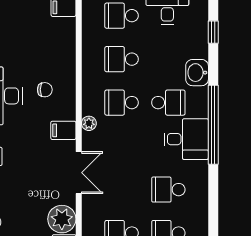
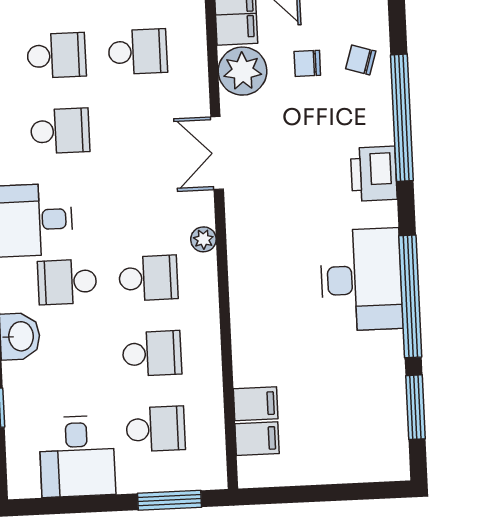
chair: (45, 90) -> (307, 63), moved
filing cabinet: (63, 130) -> (256, 404), moved

